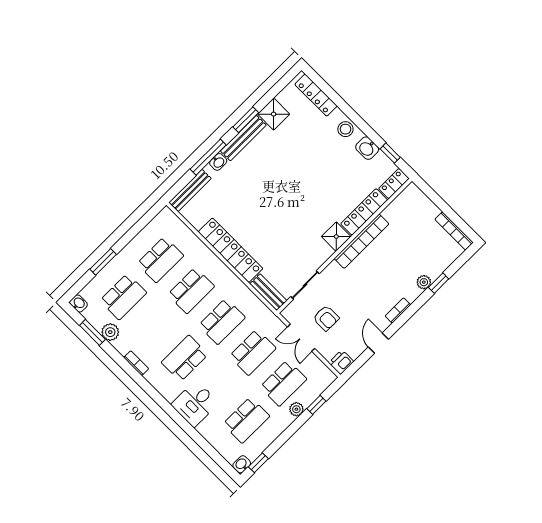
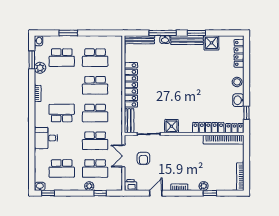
shower: (336, 237) -> (171, 126), moved
bookcase: (361, 241) -> (224, 140), moved

